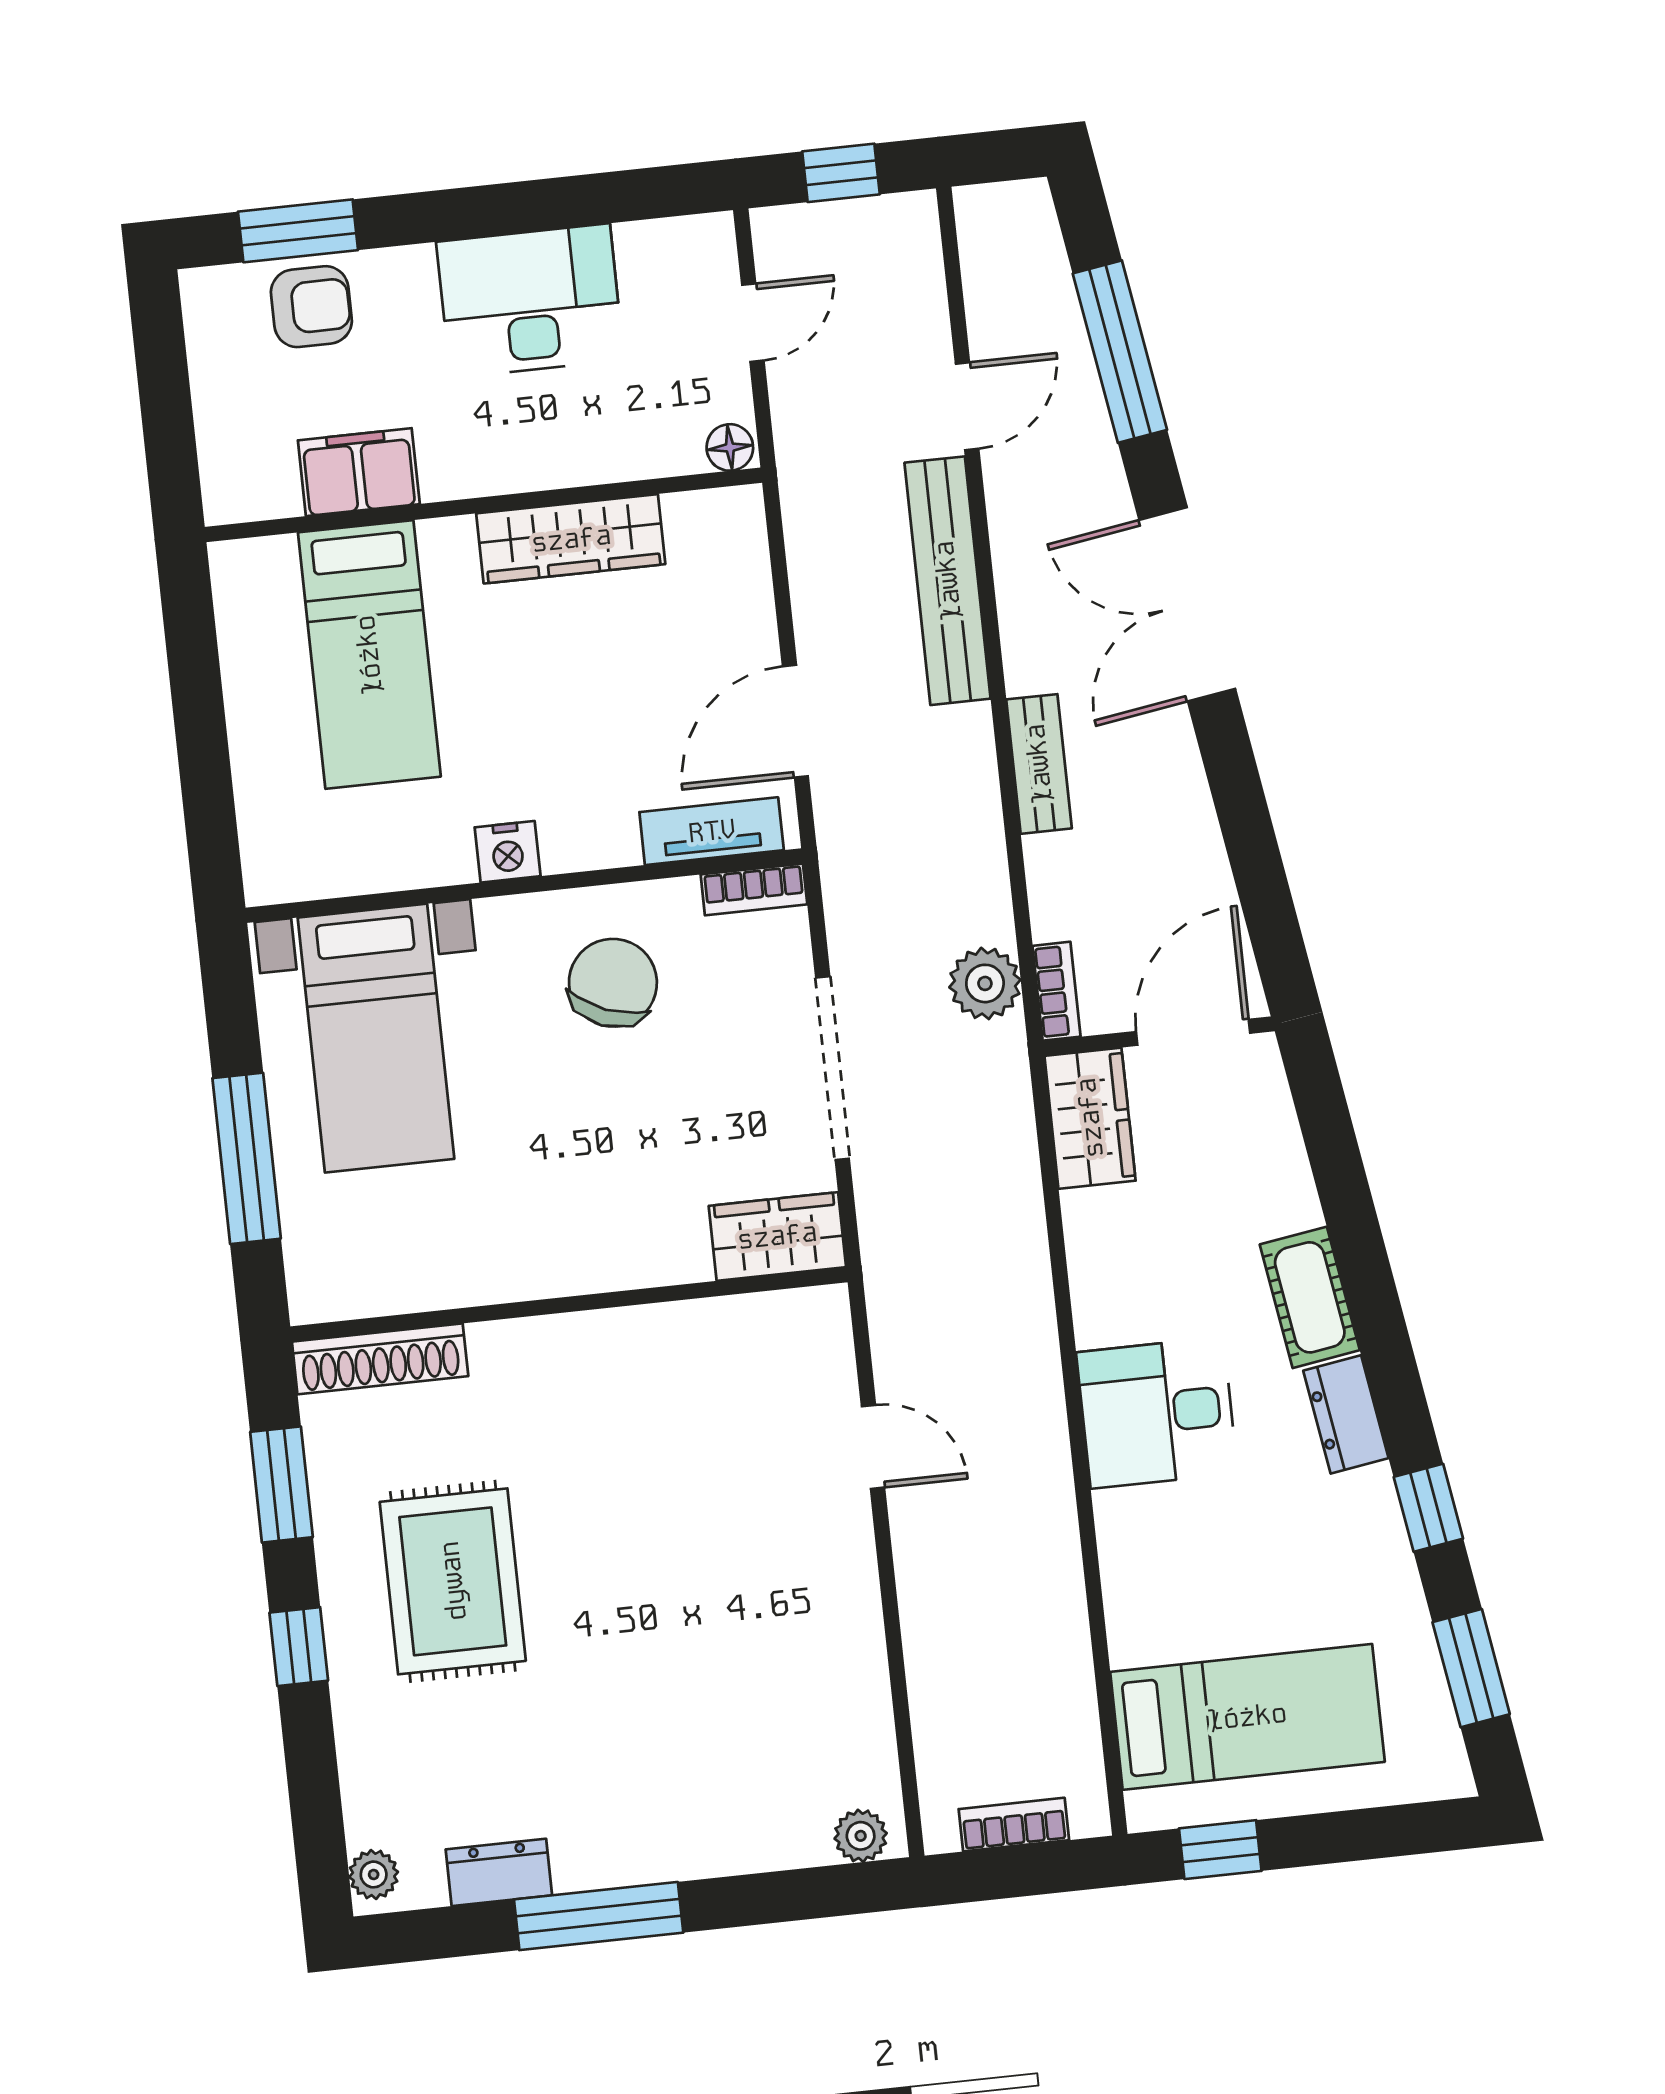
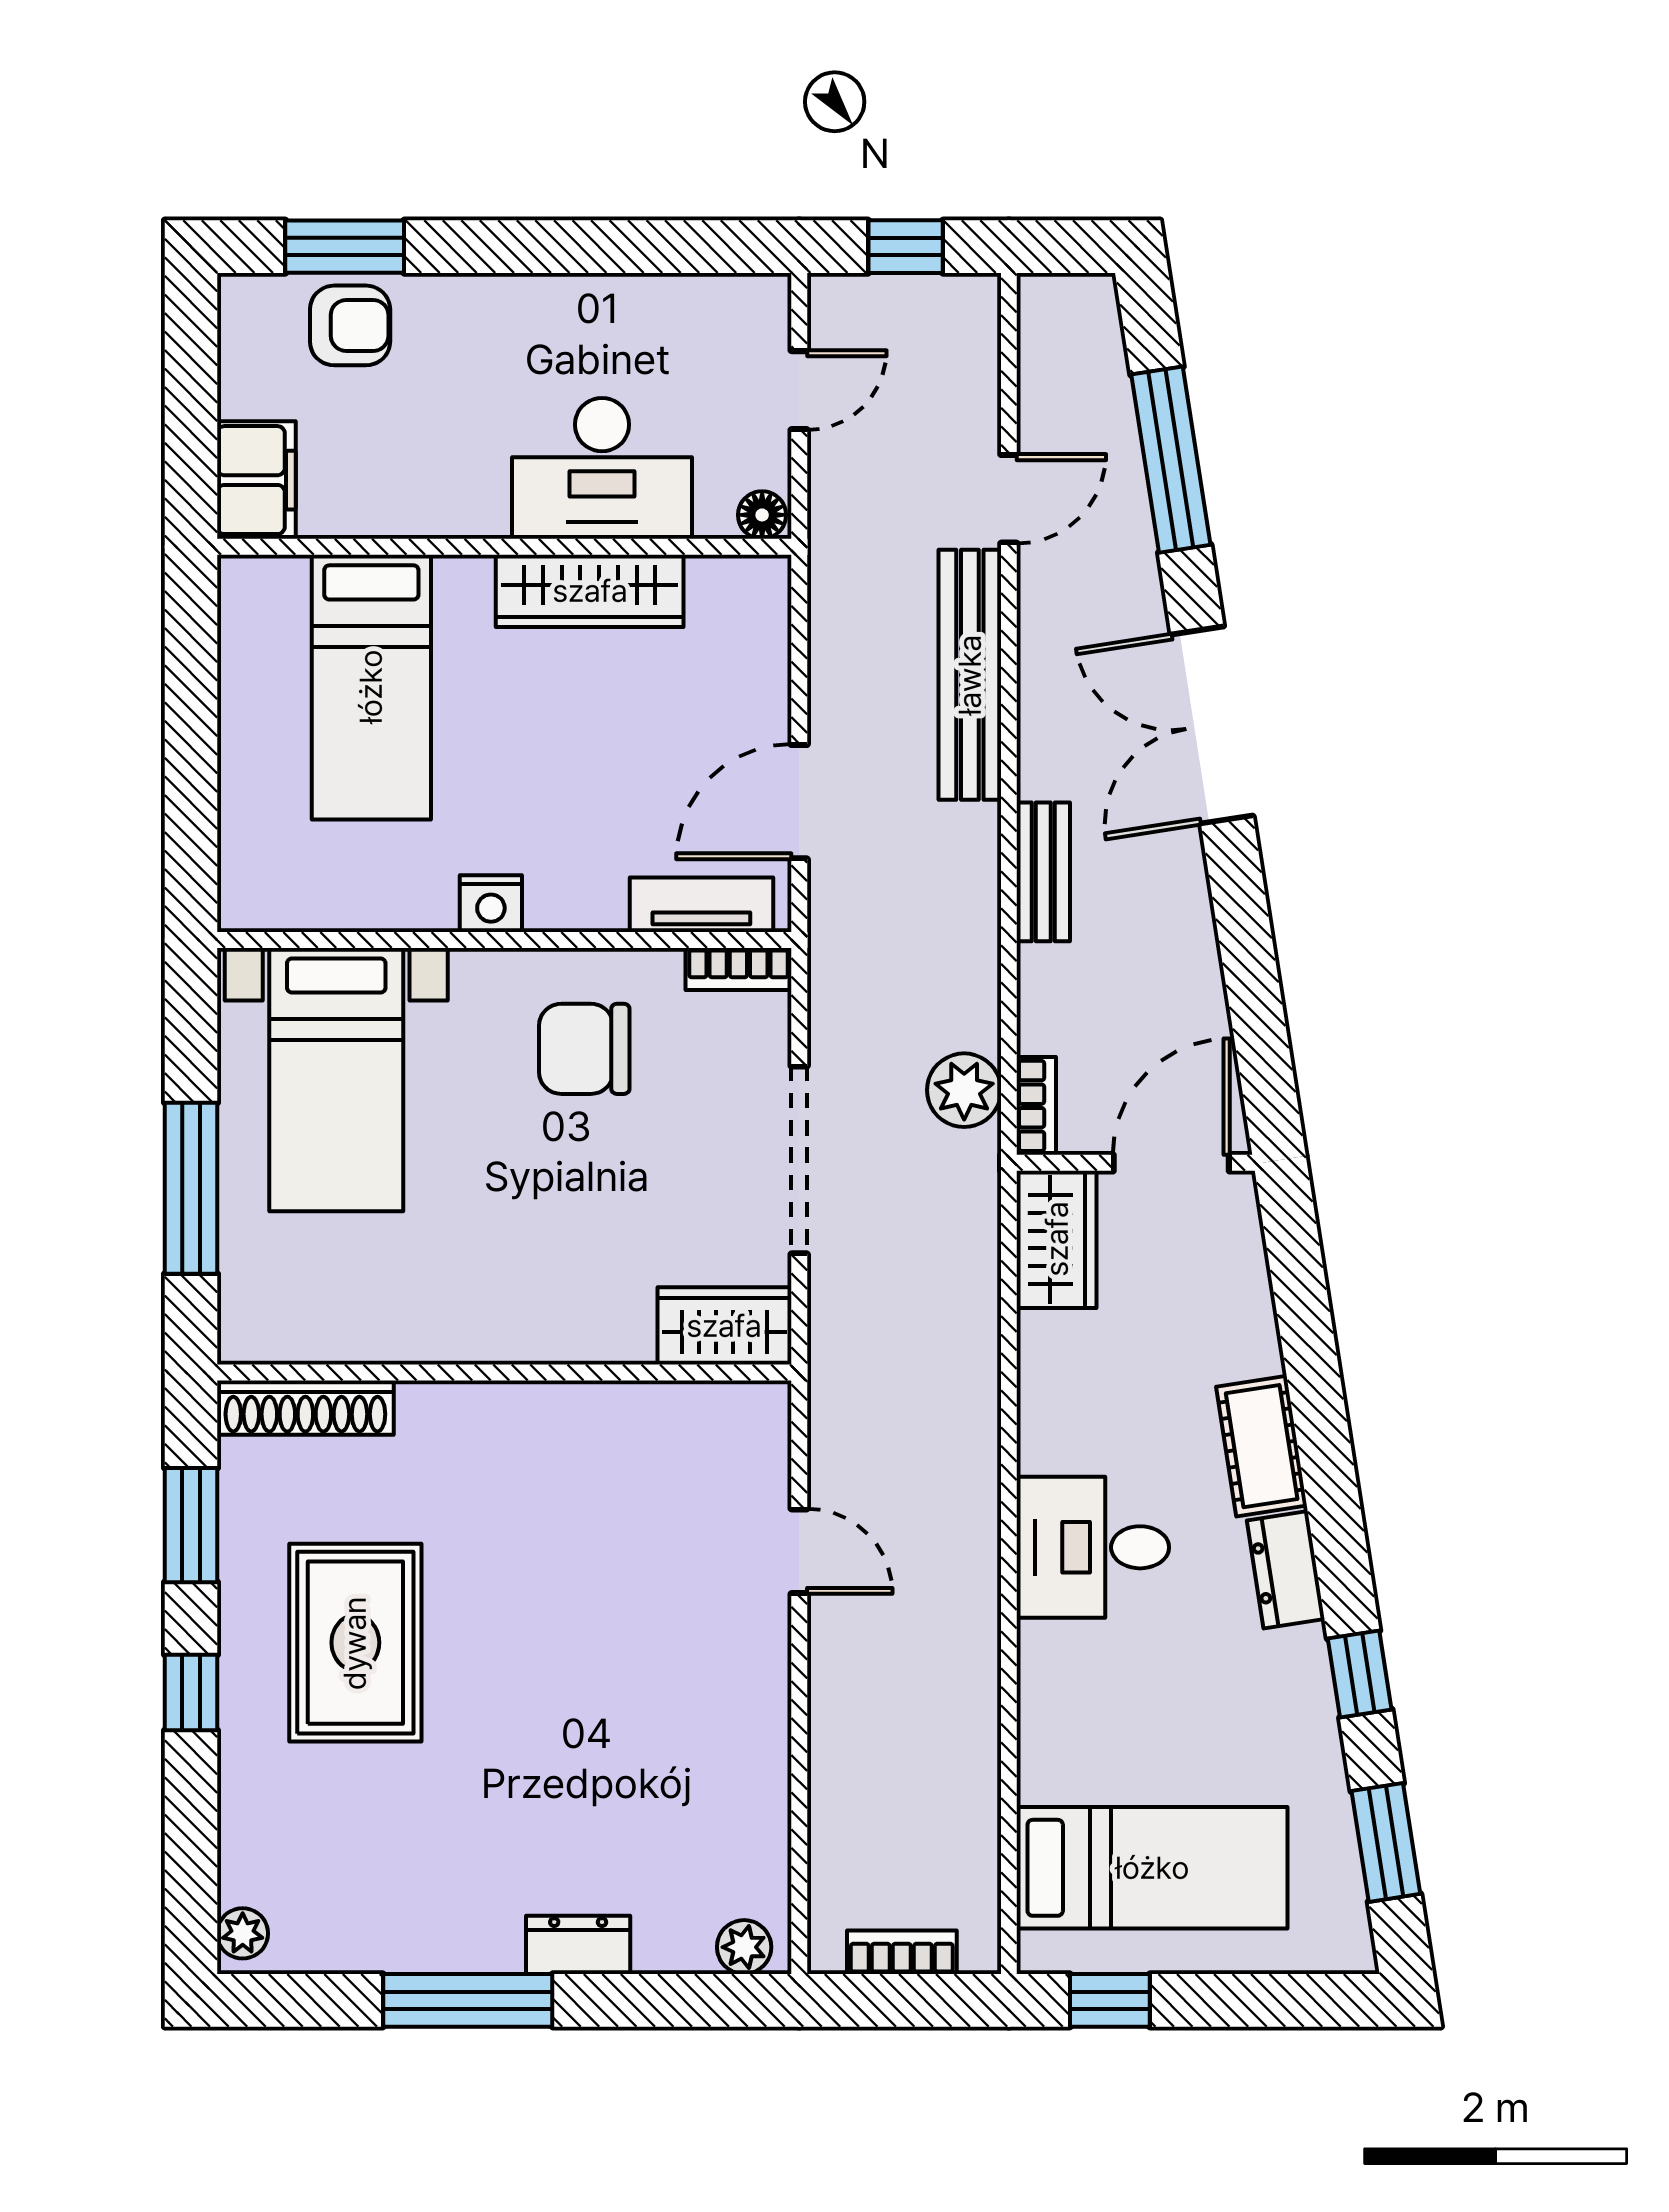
desk: (530, 301) -> (602, 468), moved, turned 180
filing cabinet: (359, 472) -> (256, 480), moved, turned 90
chair: (613, 983) -> (584, 1049), turned -111
dresser: (499, 1872) -> (578, 1945), moved

